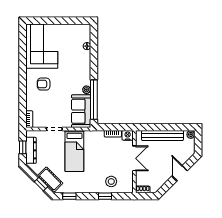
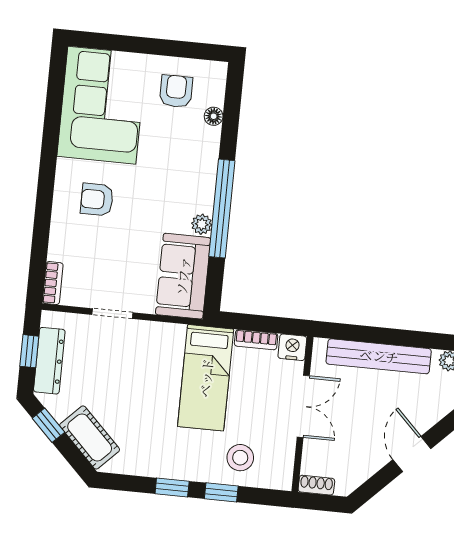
armchair: (71, 38) -> (176, 91), added
window: (94, 100) -> (222, 209), moved
bed: (74, 151) -> (206, 378), moved
window: (41, 184) -> (48, 425), moved
window: (69, 196) -> (172, 488), moved

